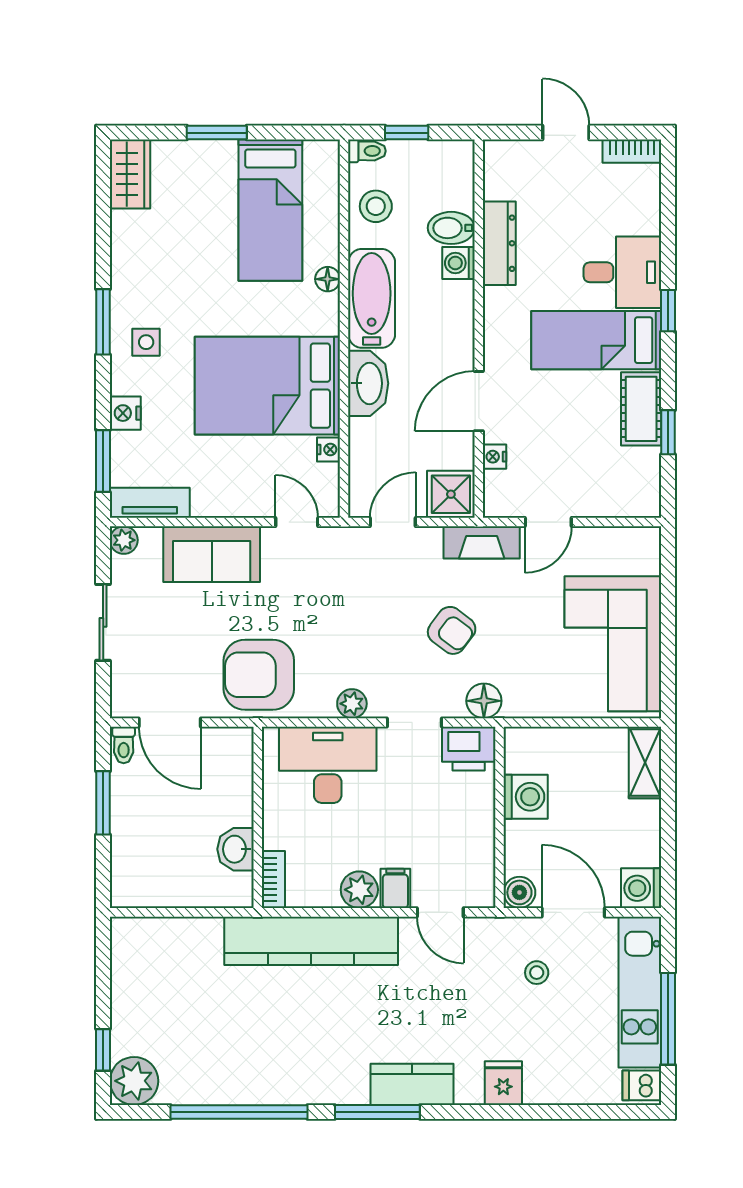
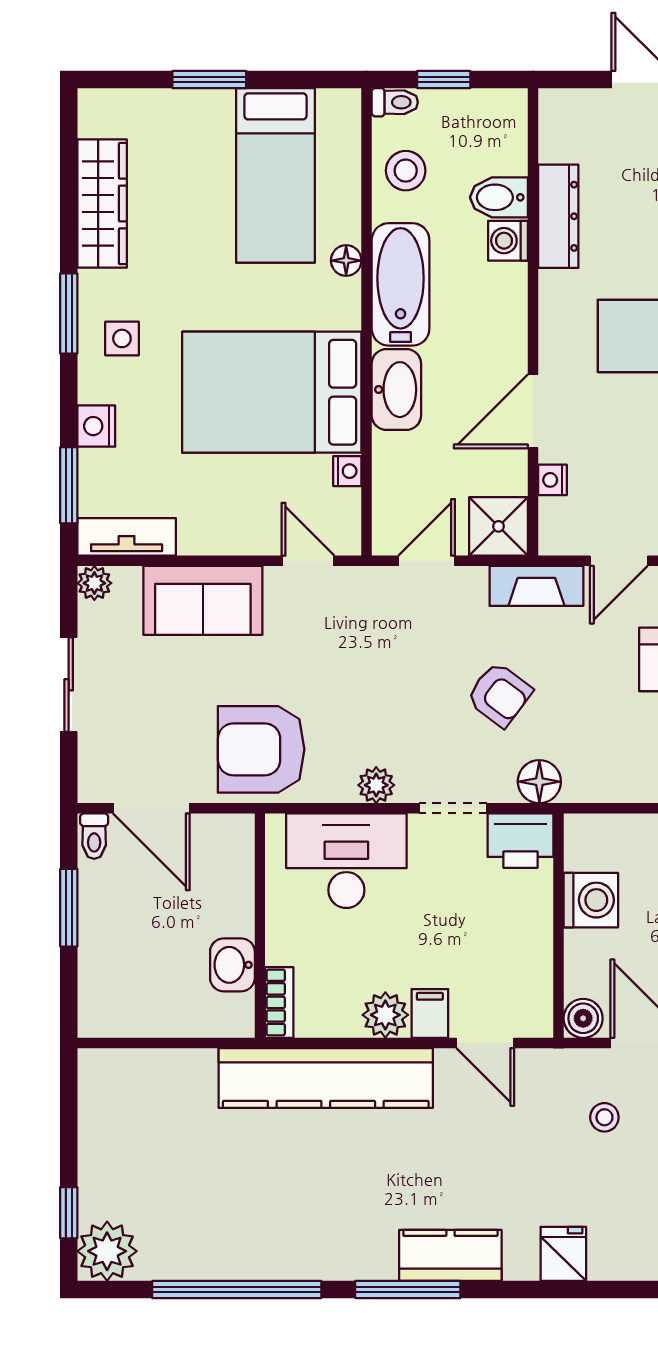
wardrobe: (130, 174) -> (102, 203), moved, width x1.50

